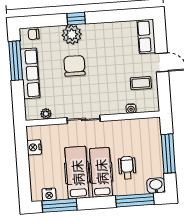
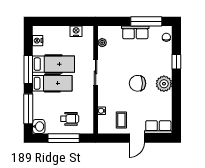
window: (76, 19) -> (176, 62), moved
plant: (72, 35) -> (164, 84), moved
chair: (74, 66) -> (138, 83), moved, turned 180
row of seats: (30, 73) -> (135, 32), width x0.68
wheelchair: (127, 168) -> (70, 119), moved
window: (60, 205) -> (28, 69), moved

